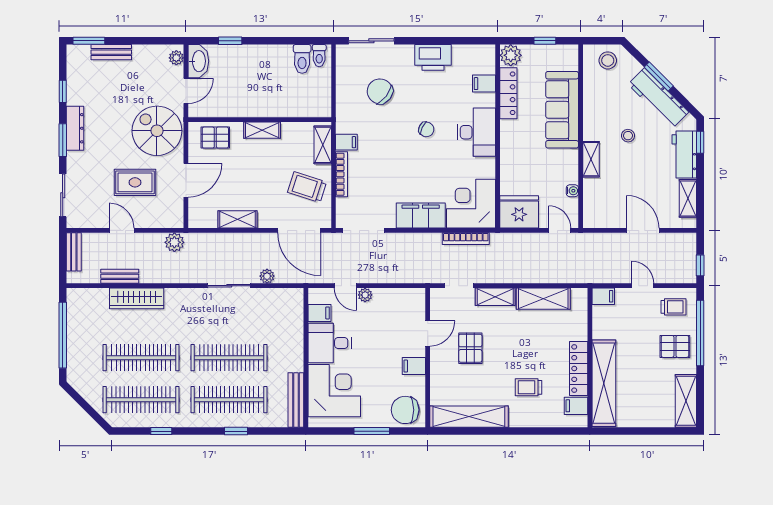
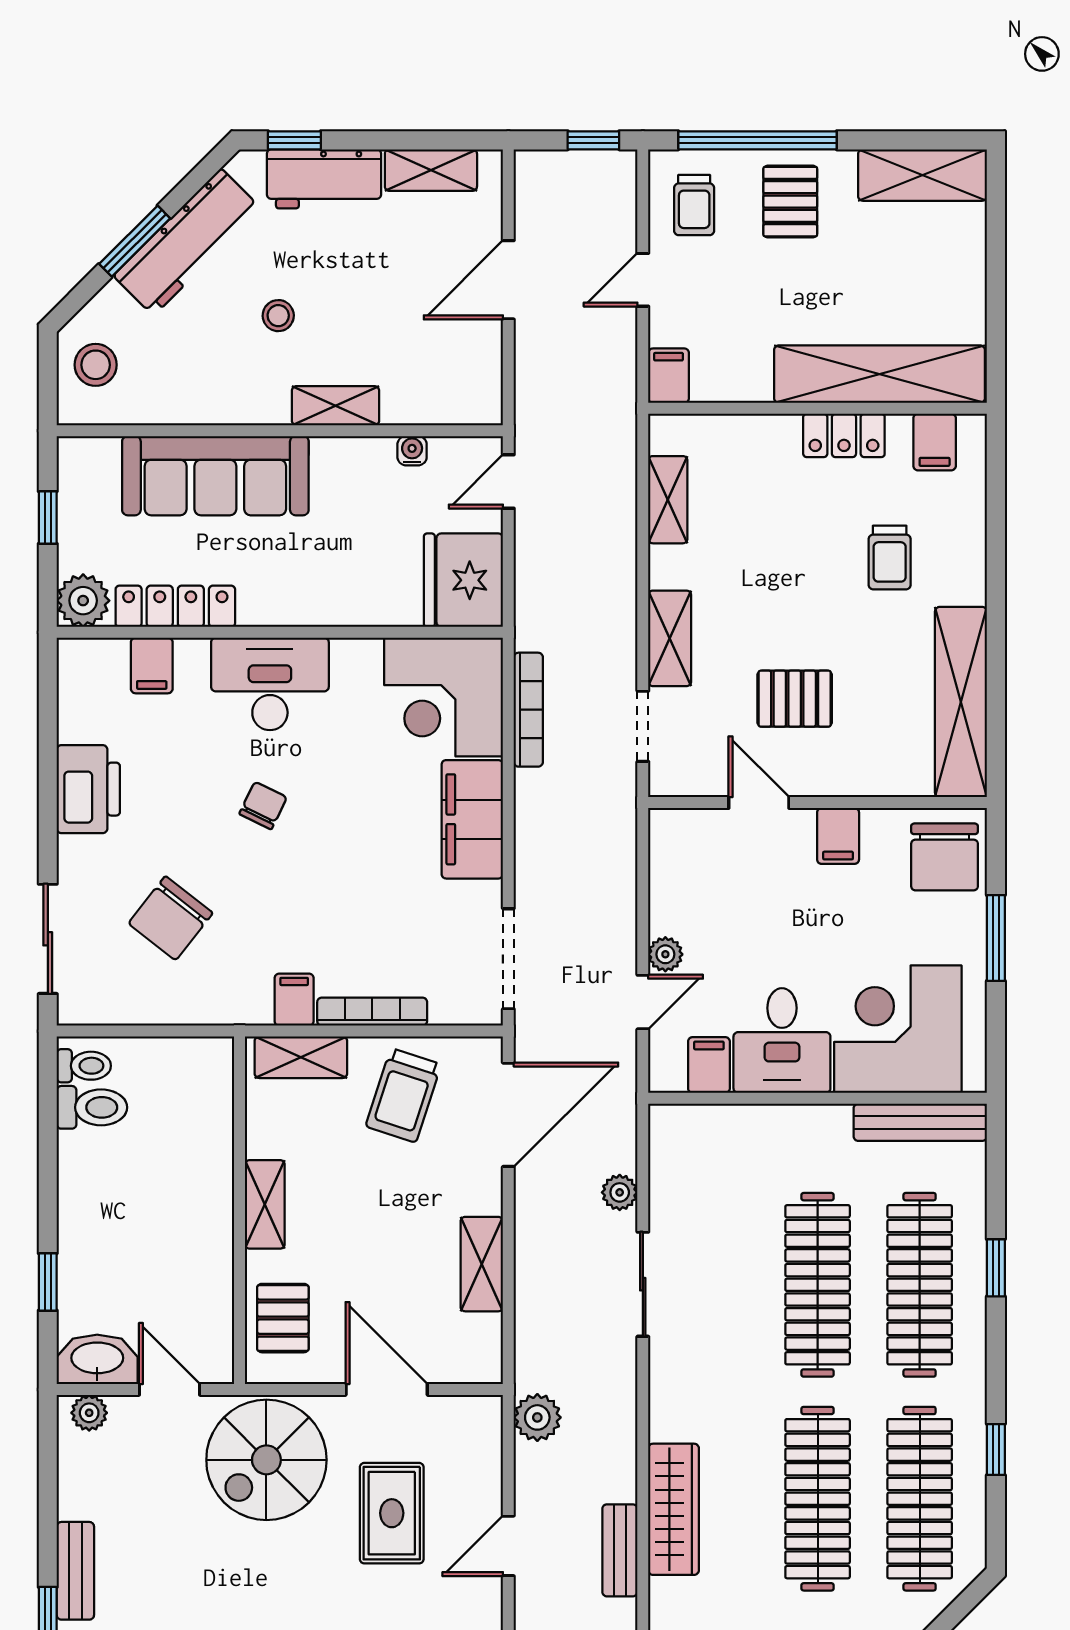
shelving: (543, 299) -> (668, 500), width x0.67, depth x0.75
trolley: (674, 307) -> (694, 205), turned 180
locker: (579, 369) -> (844, 435), width x0.66

